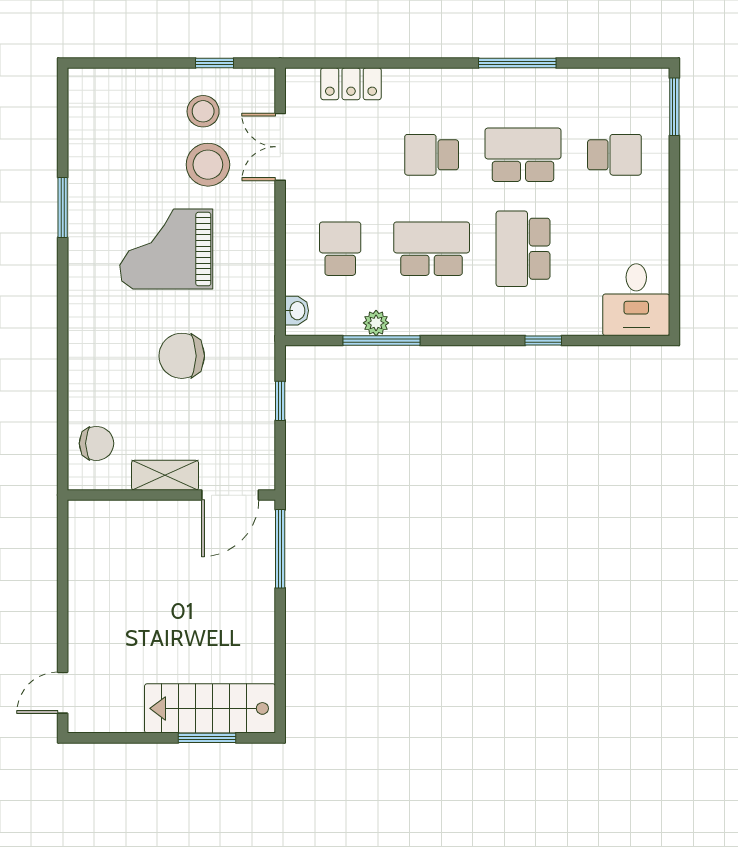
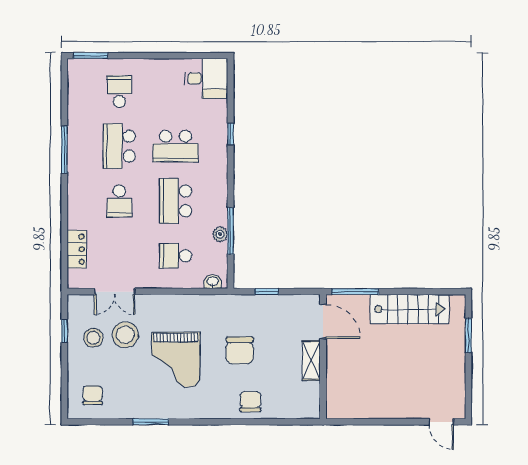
chair: (107, 110) -> (93, 395), added
chair: (96, 443) -> (250, 402), moved
stairs: (210, 708) -> (410, 309), moved, turned -90

